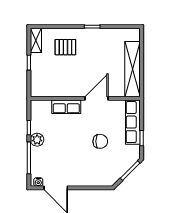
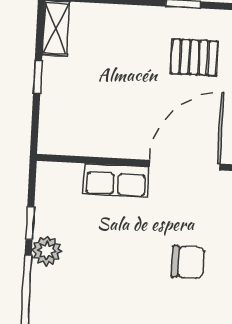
pallet: (65, 47) -> (194, 57), moved
door: (97, 98) -> (185, 165), width x1.36

